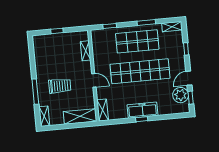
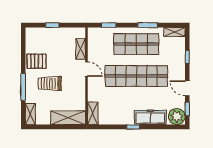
pallet: (45, 66) -> (37, 61), added
door: (189, 78) -> (187, 88), hinge flipped
door: (94, 80) -> (86, 69), moved
trolley: (60, 86) -> (50, 83), turned 180
plant: (181, 95) -> (177, 116), moved
freezer: (142, 110) -> (150, 117), moved

